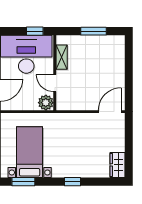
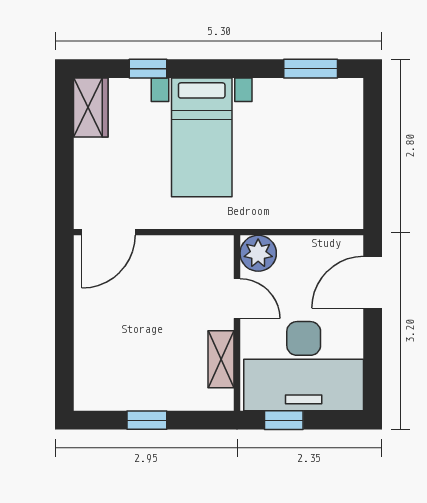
window: (93, 31) -> (147, 420), width x0.67
bed with nightstands: (30, 152) -> (202, 137), moved
window: (72, 182) -> (148, 69), moved

